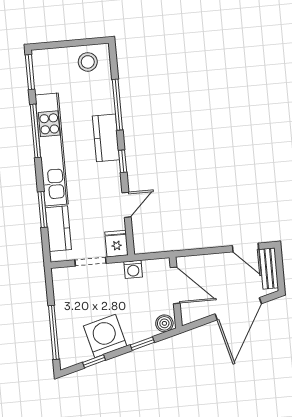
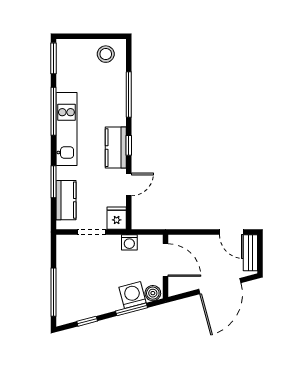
kitchen counter: (106, 138) -> (116, 148), moved
kitchen unit: (52, 149) -> (66, 129), width x0.73
washing machine: (105, 336) -> (132, 295), moved, width x0.73, depth x0.73
window: (142, 344) -> (132, 309), width x1.50

